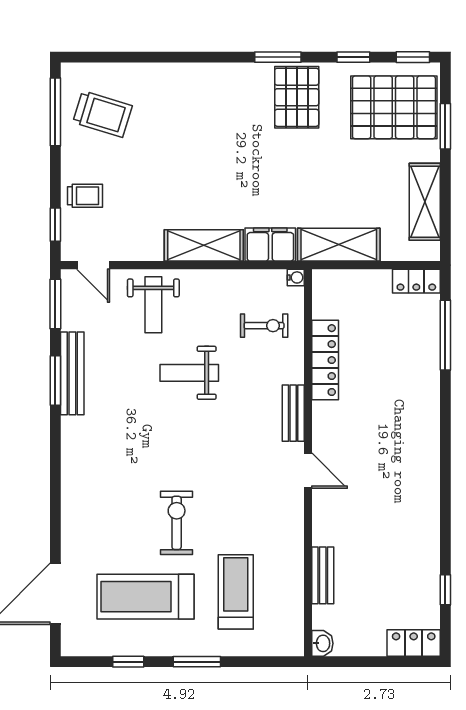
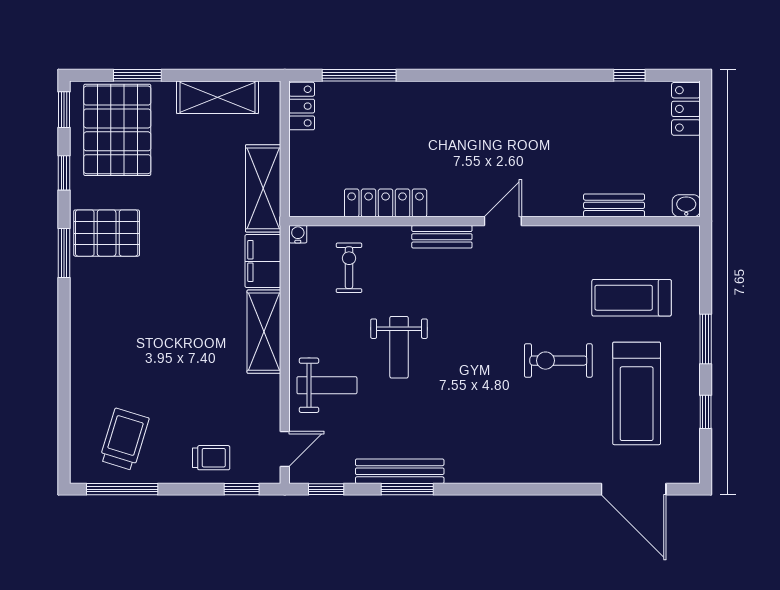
trolley: (85, 196) -> (211, 458), turned 90
window: (55, 304) -> (326, 489), width x0.67

